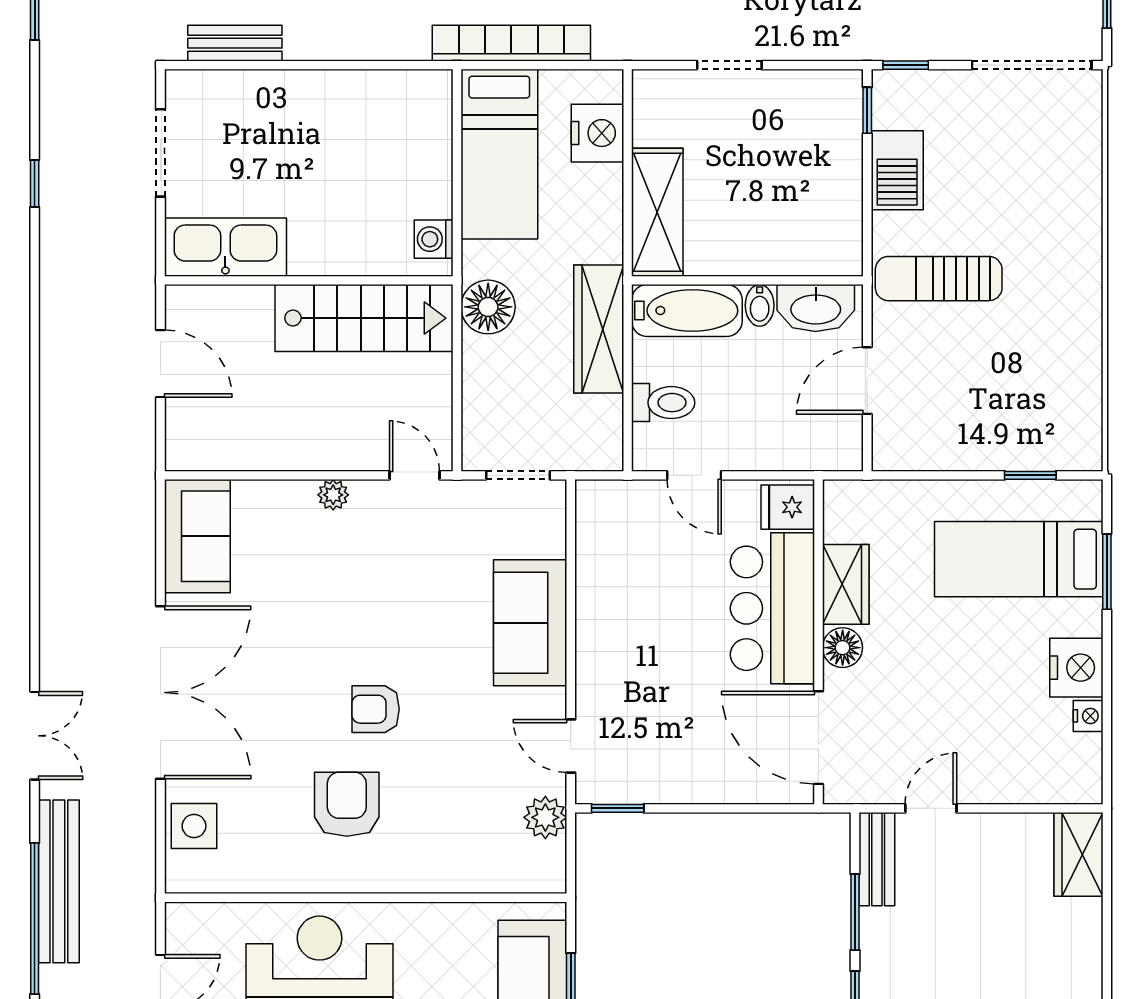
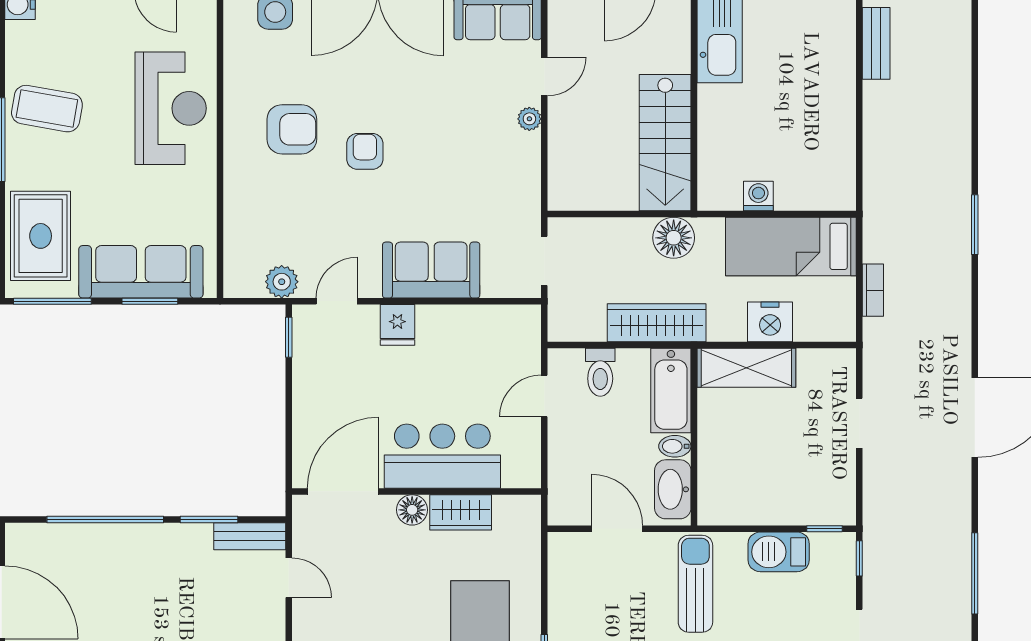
bookcase: (511, 43) -> (873, 290), width x0.43, depth x0.76
nightstand: (597, 133) -> (770, 322), moved
washing machine: (434, 239) -> (758, 196), moved
door: (414, 475) -> (544, 76), moved
fridge: (788, 507) -> (397, 325), moved, turned 180

